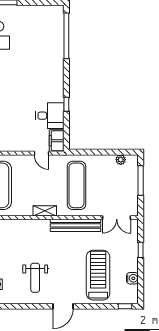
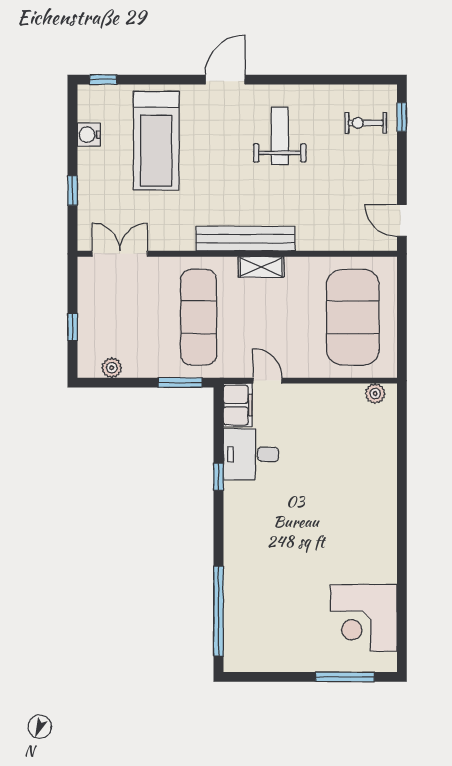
window: (86, 152) -> (180, 383), added
window: (141, 180) -> (73, 327), width x0.46
bench: (76, 225) -> (245, 239), moved

